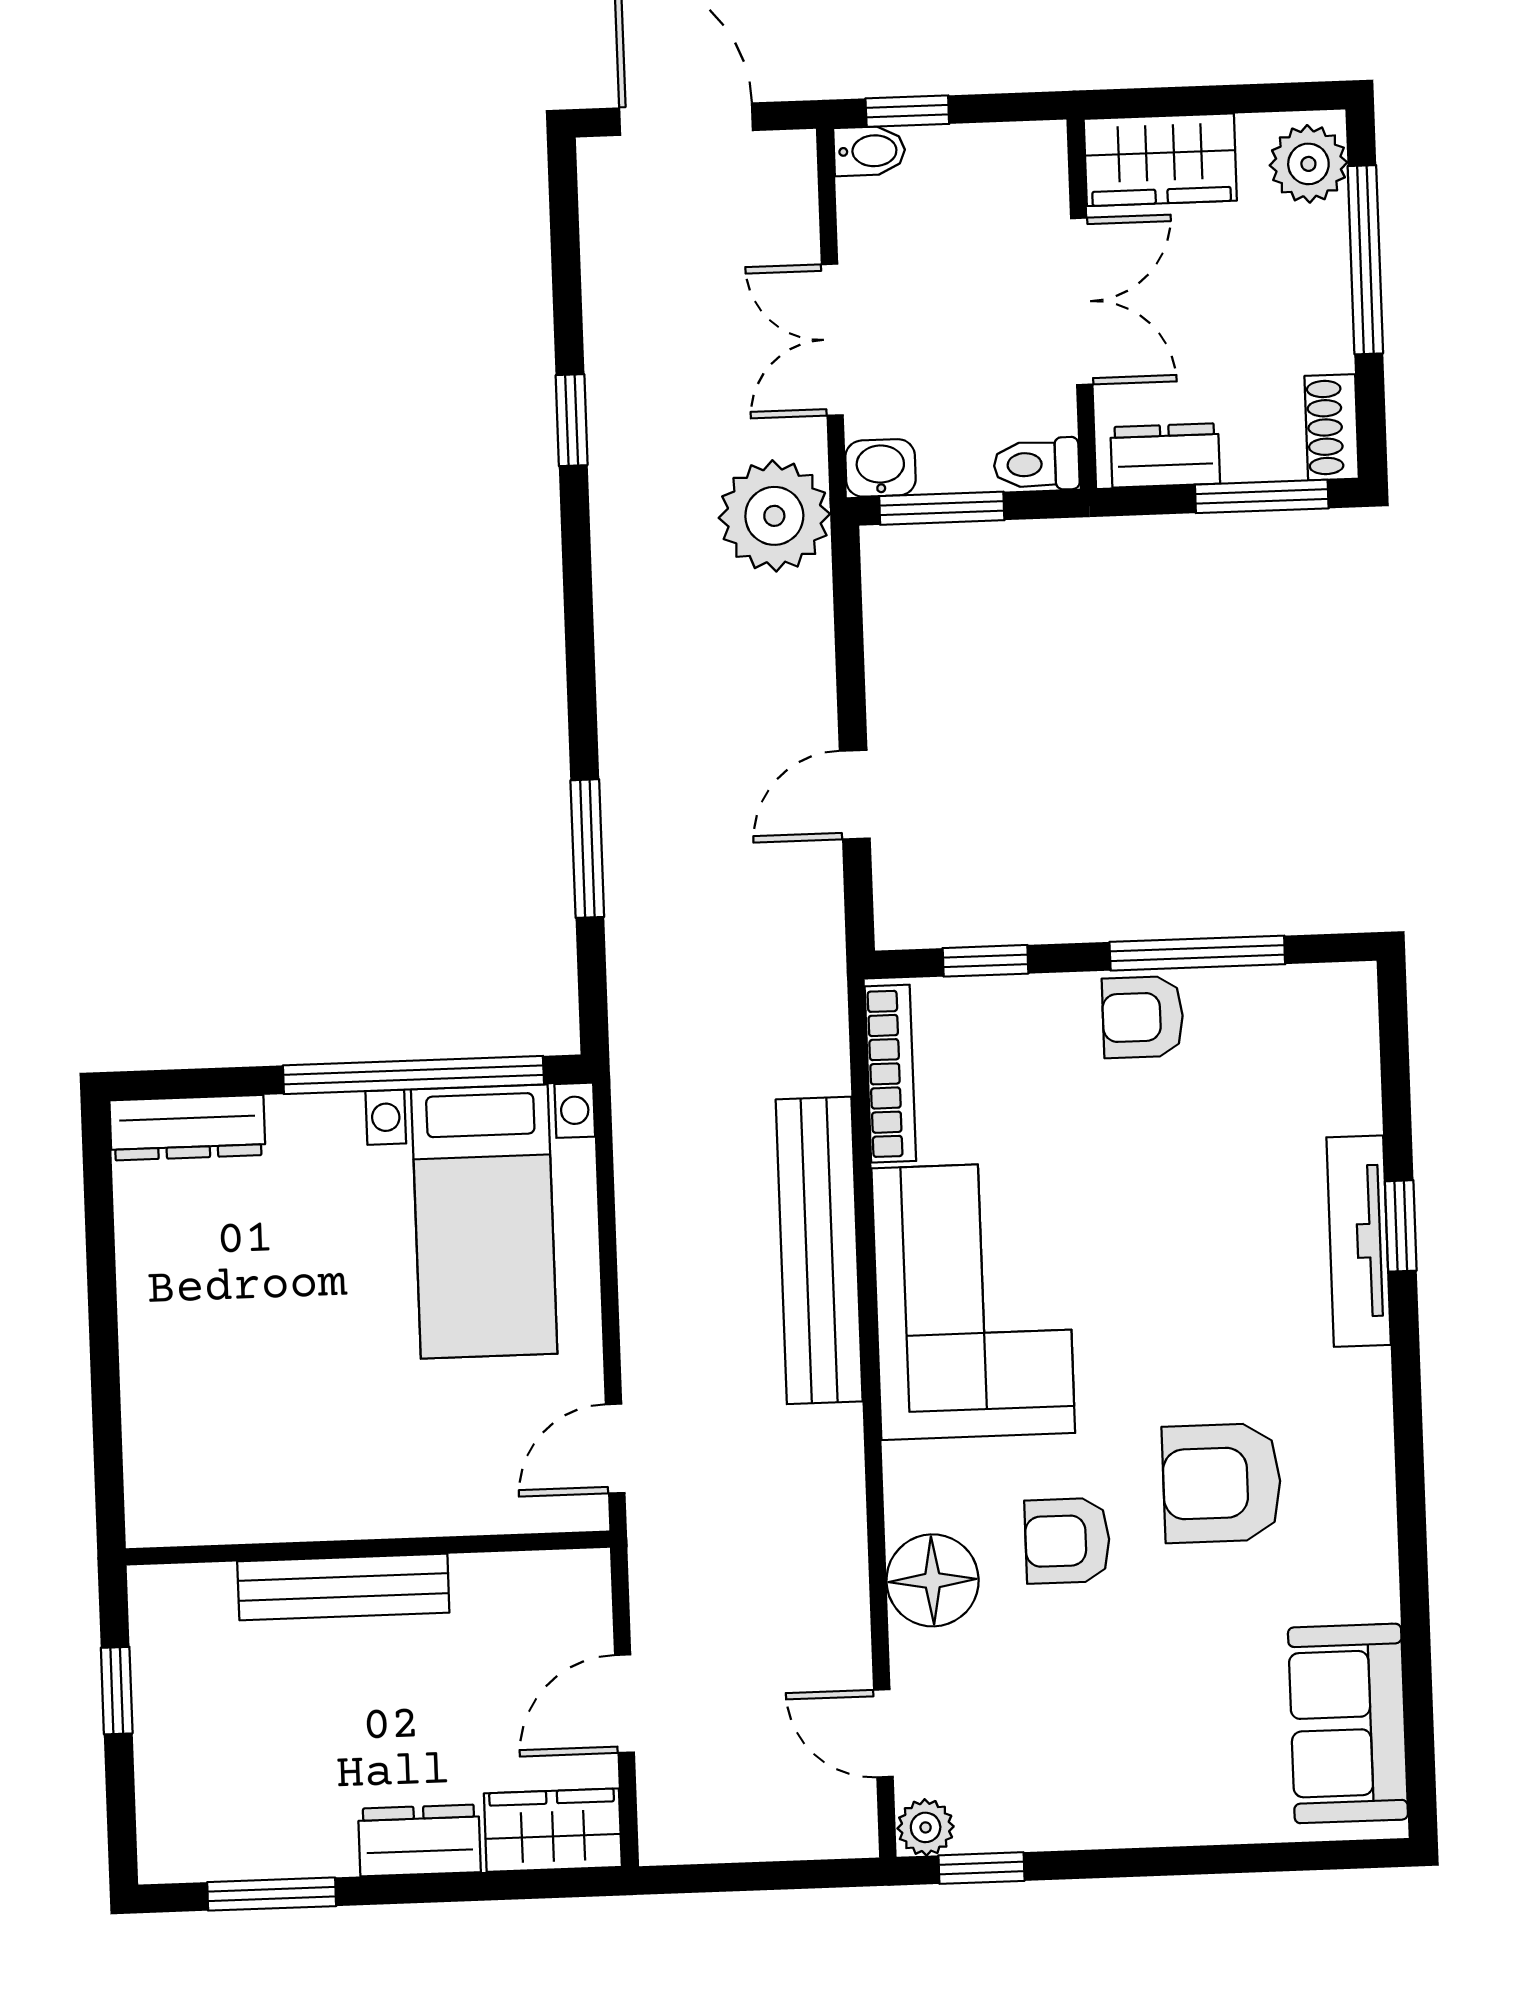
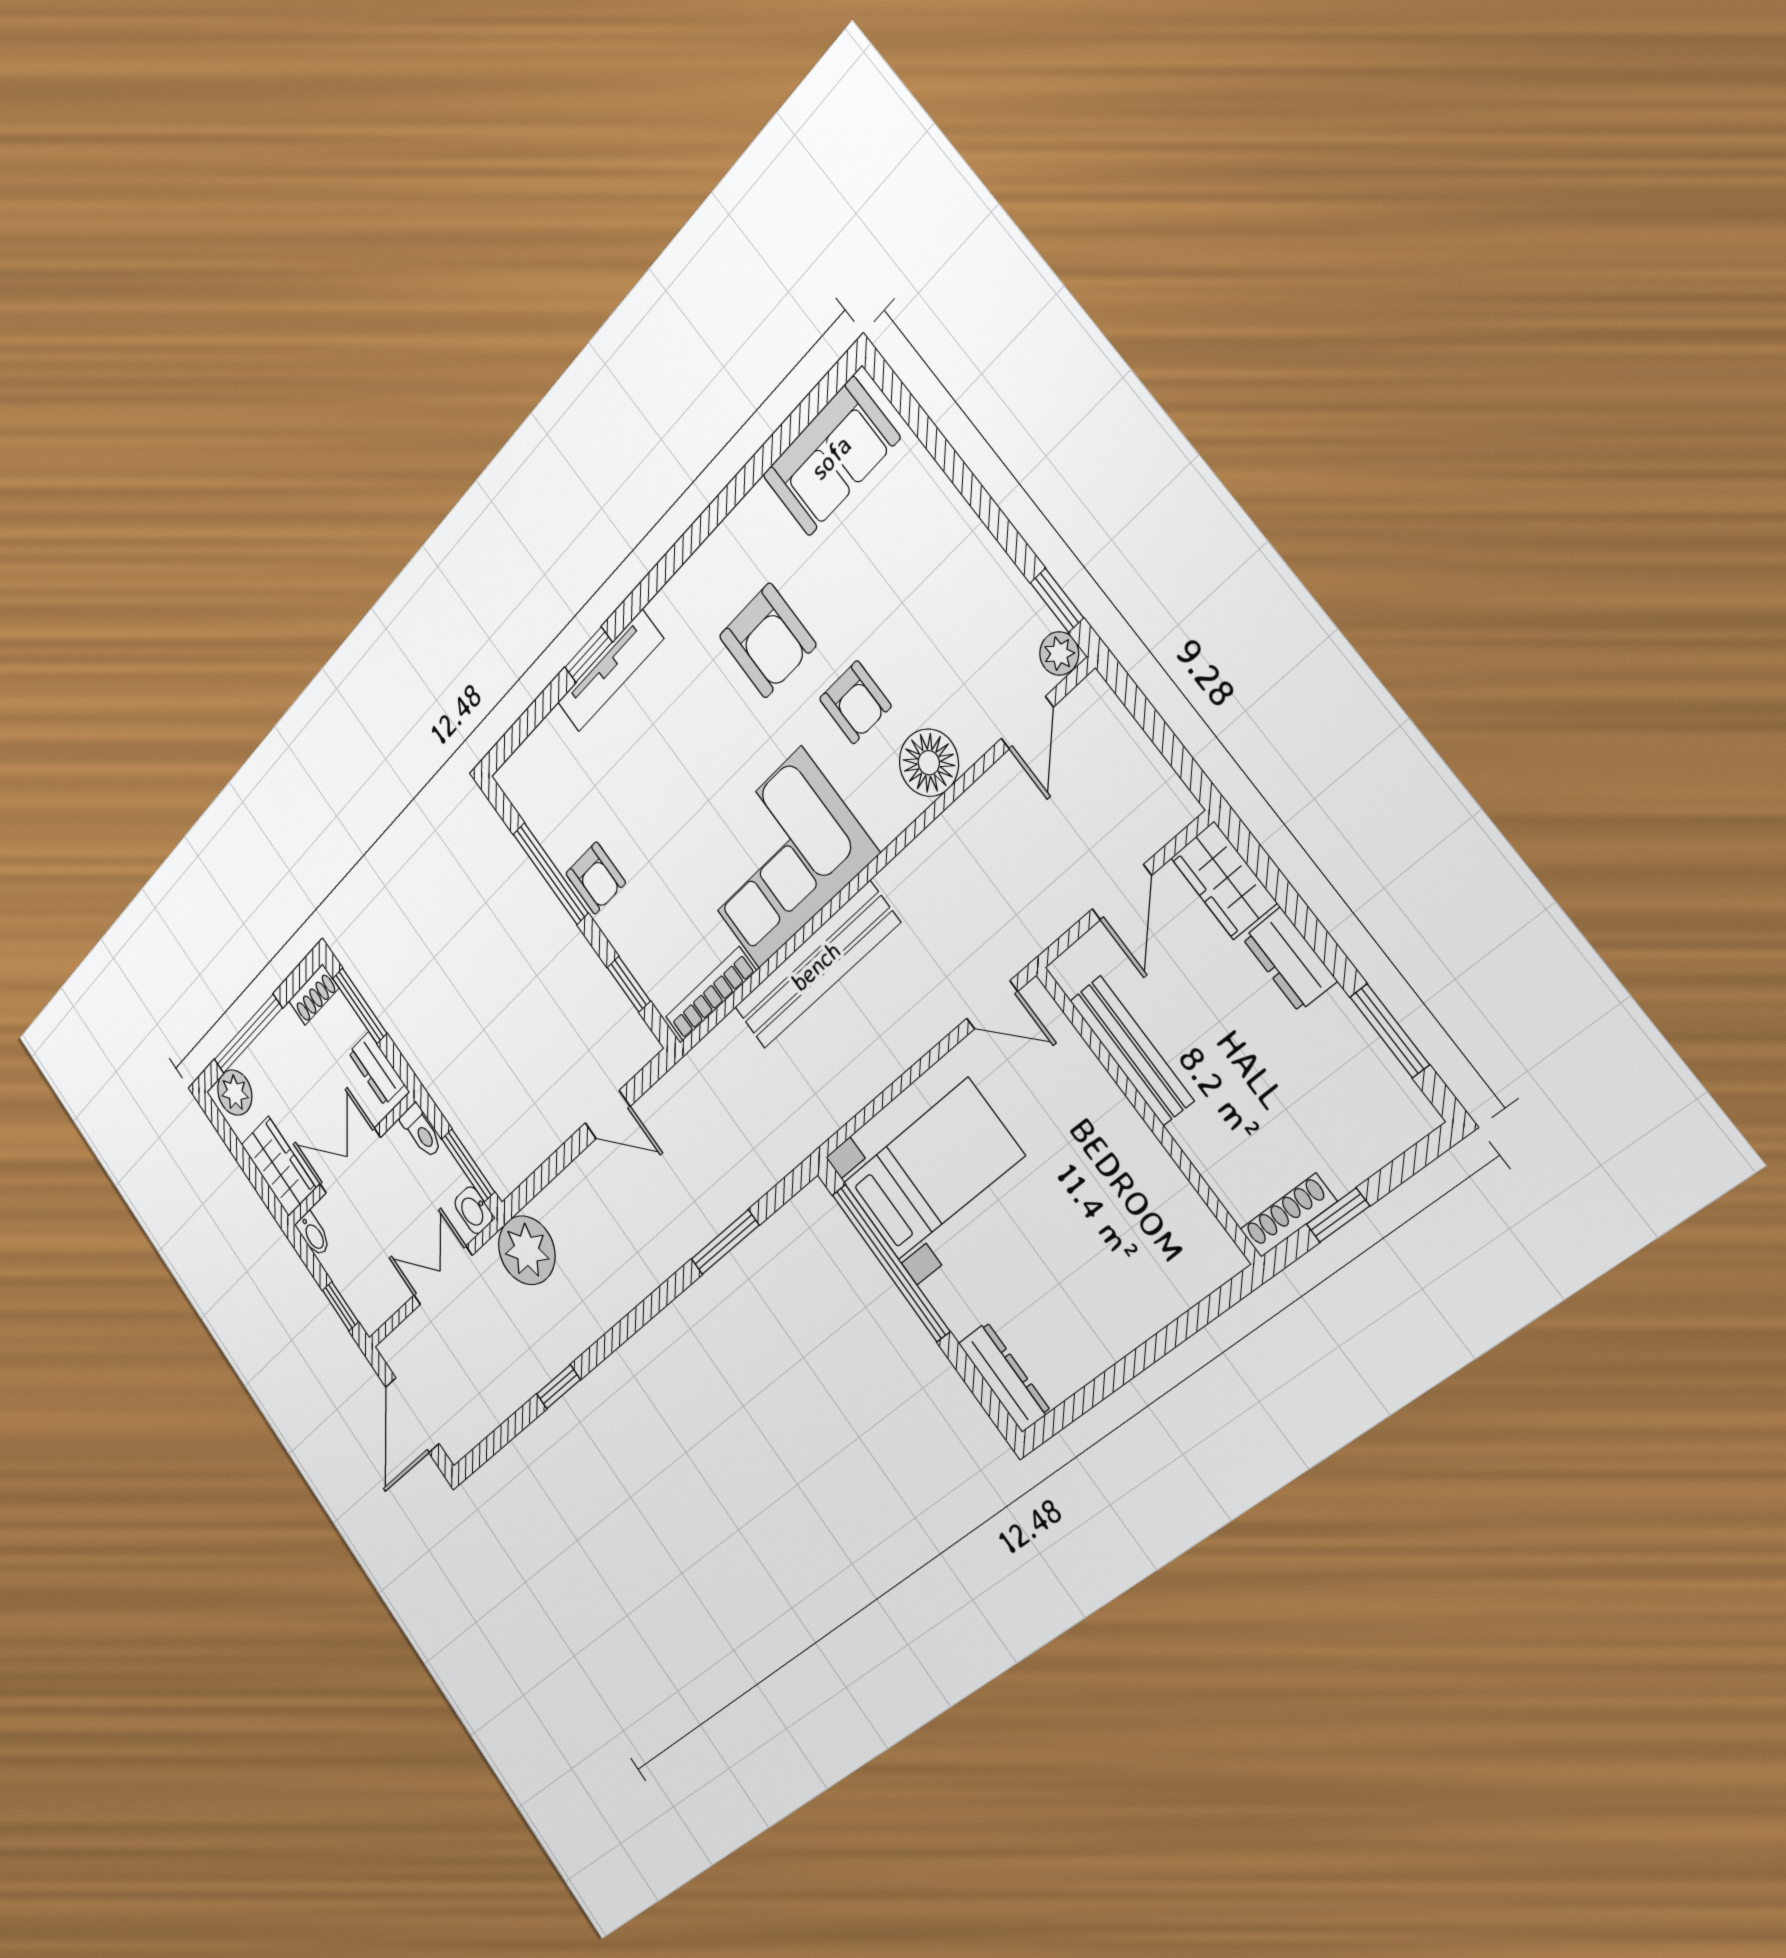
bidet: (869, 151) -> (313, 1234), moved, turned 180
double door: (832, 340) -> (443, 1275), swing flipped
bench: (343, 1587) -> (1132, 1051), moved
shoe rack: (152, 1633) -> (1288, 1215), added
door: (624, 1704) -> (1122, 892), hinge flipped

